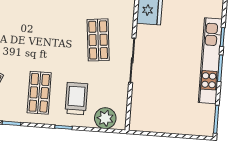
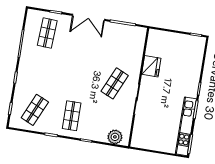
shop shelf: (98, 40) -> (115, 83), turned 30
kitchen unit: (210, 61) -> (186, 126), moved
trolley: (76, 99) -> (97, 122), removed

